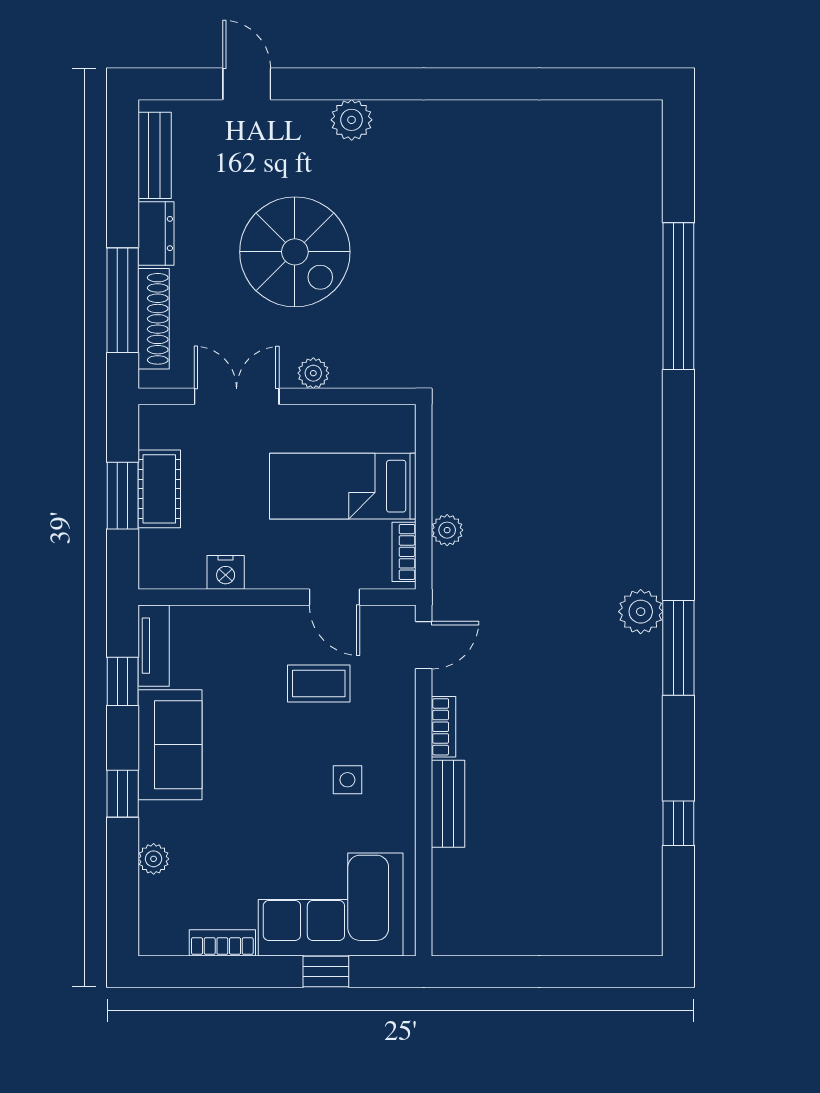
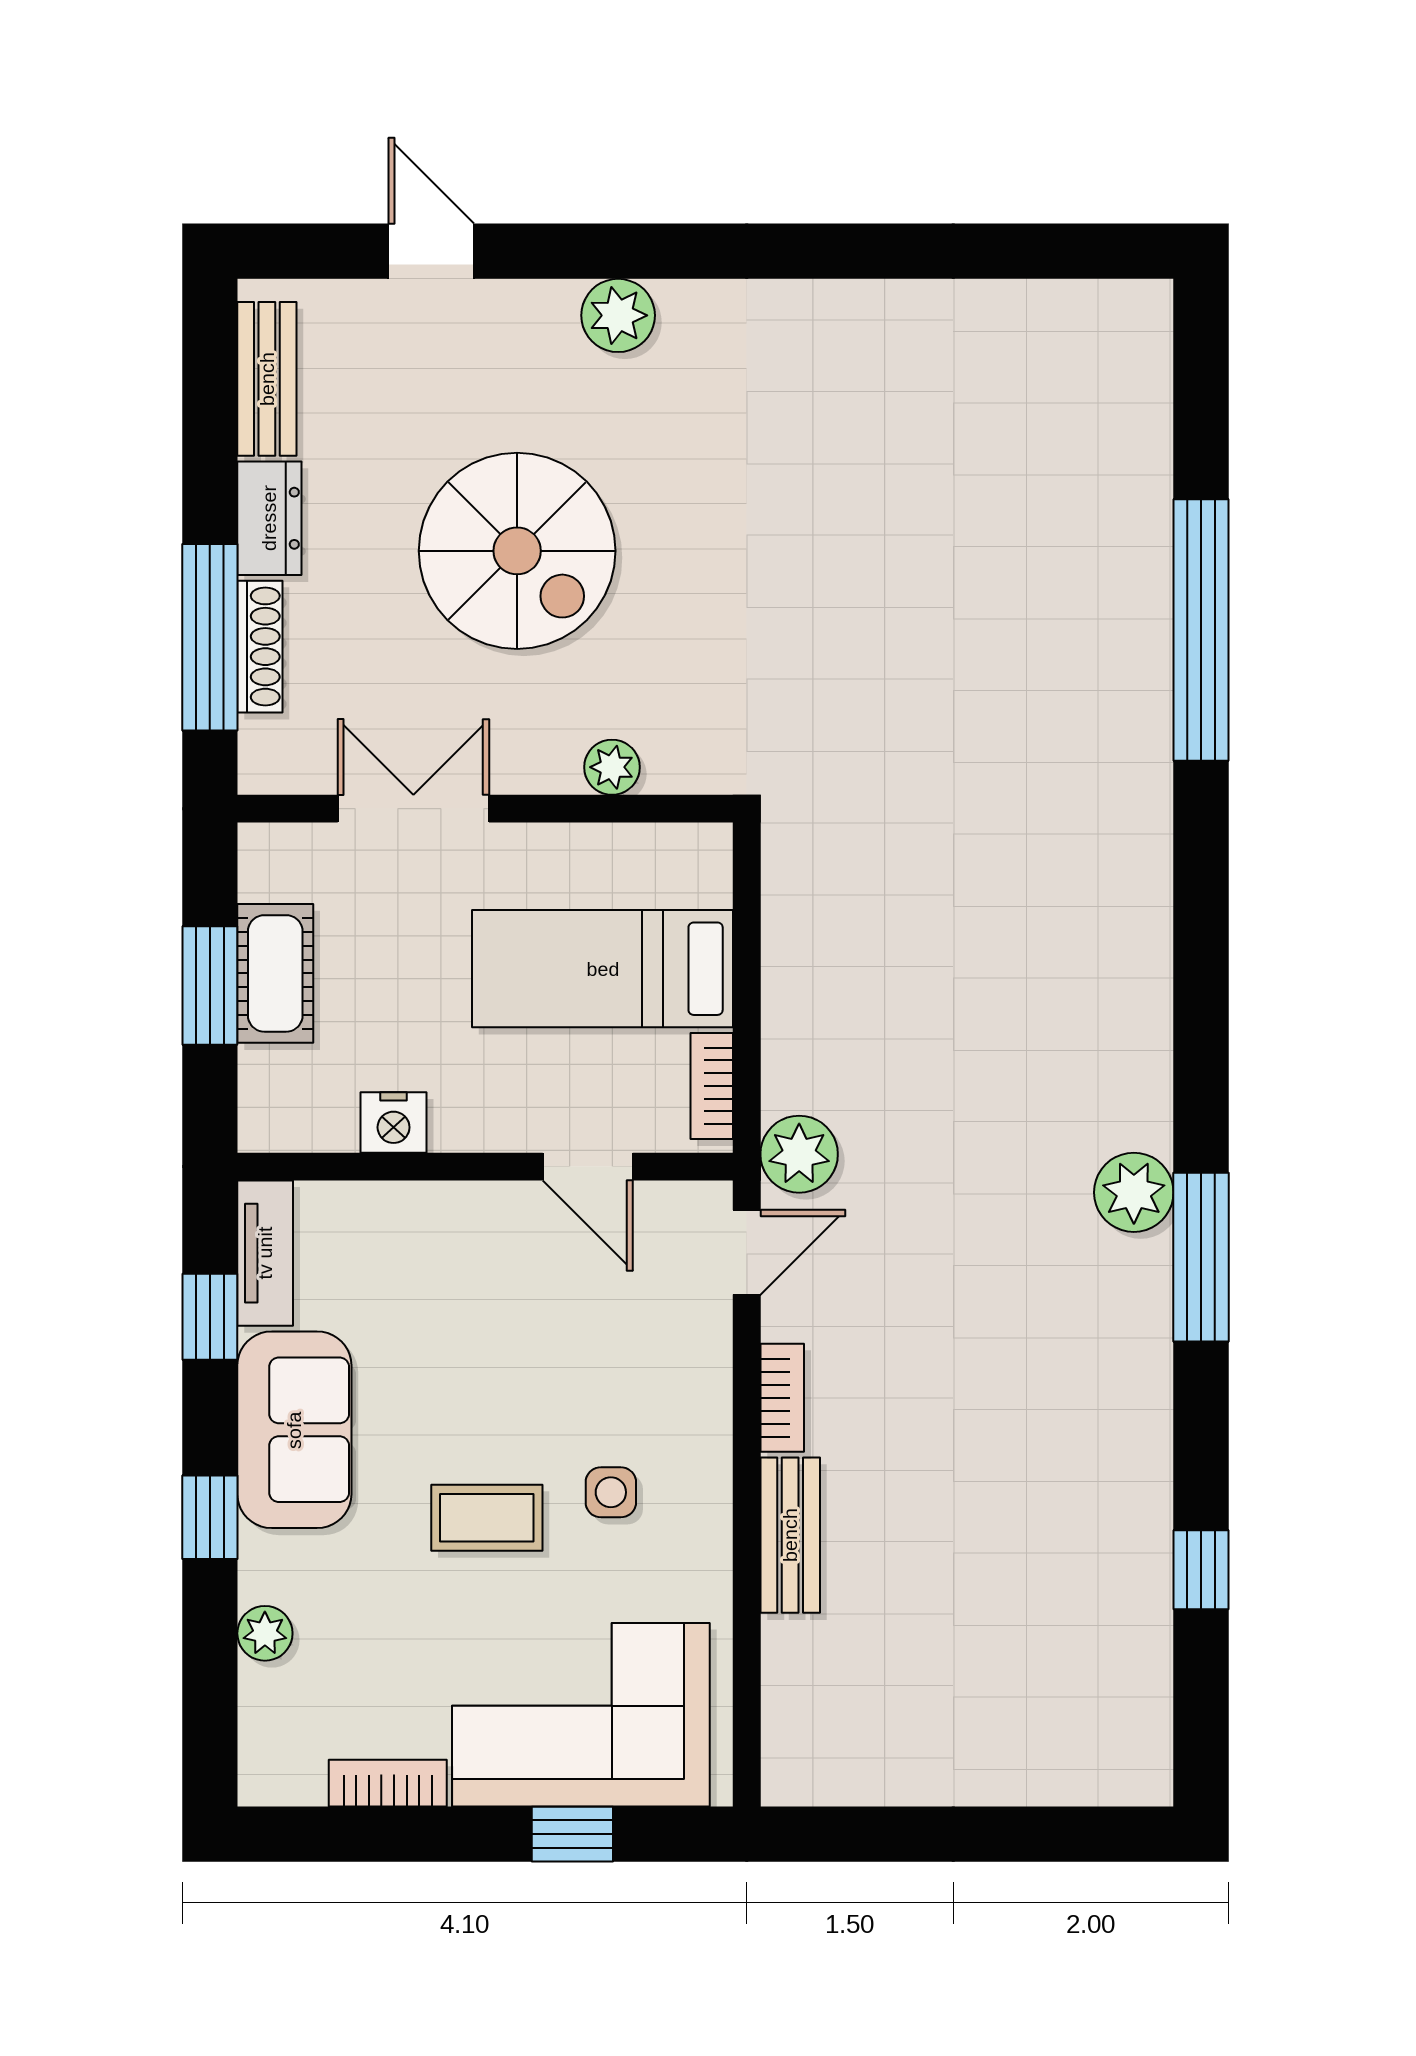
shoe rack: (154, 319) -> (260, 647), width x0.74, depth x0.81
plant: (313, 373) -> (612, 767), moved
plant: (447, 530) -> (799, 1154), moved, width x1.38, depth x1.38
coffee table: (319, 683) -> (487, 1518), moved

